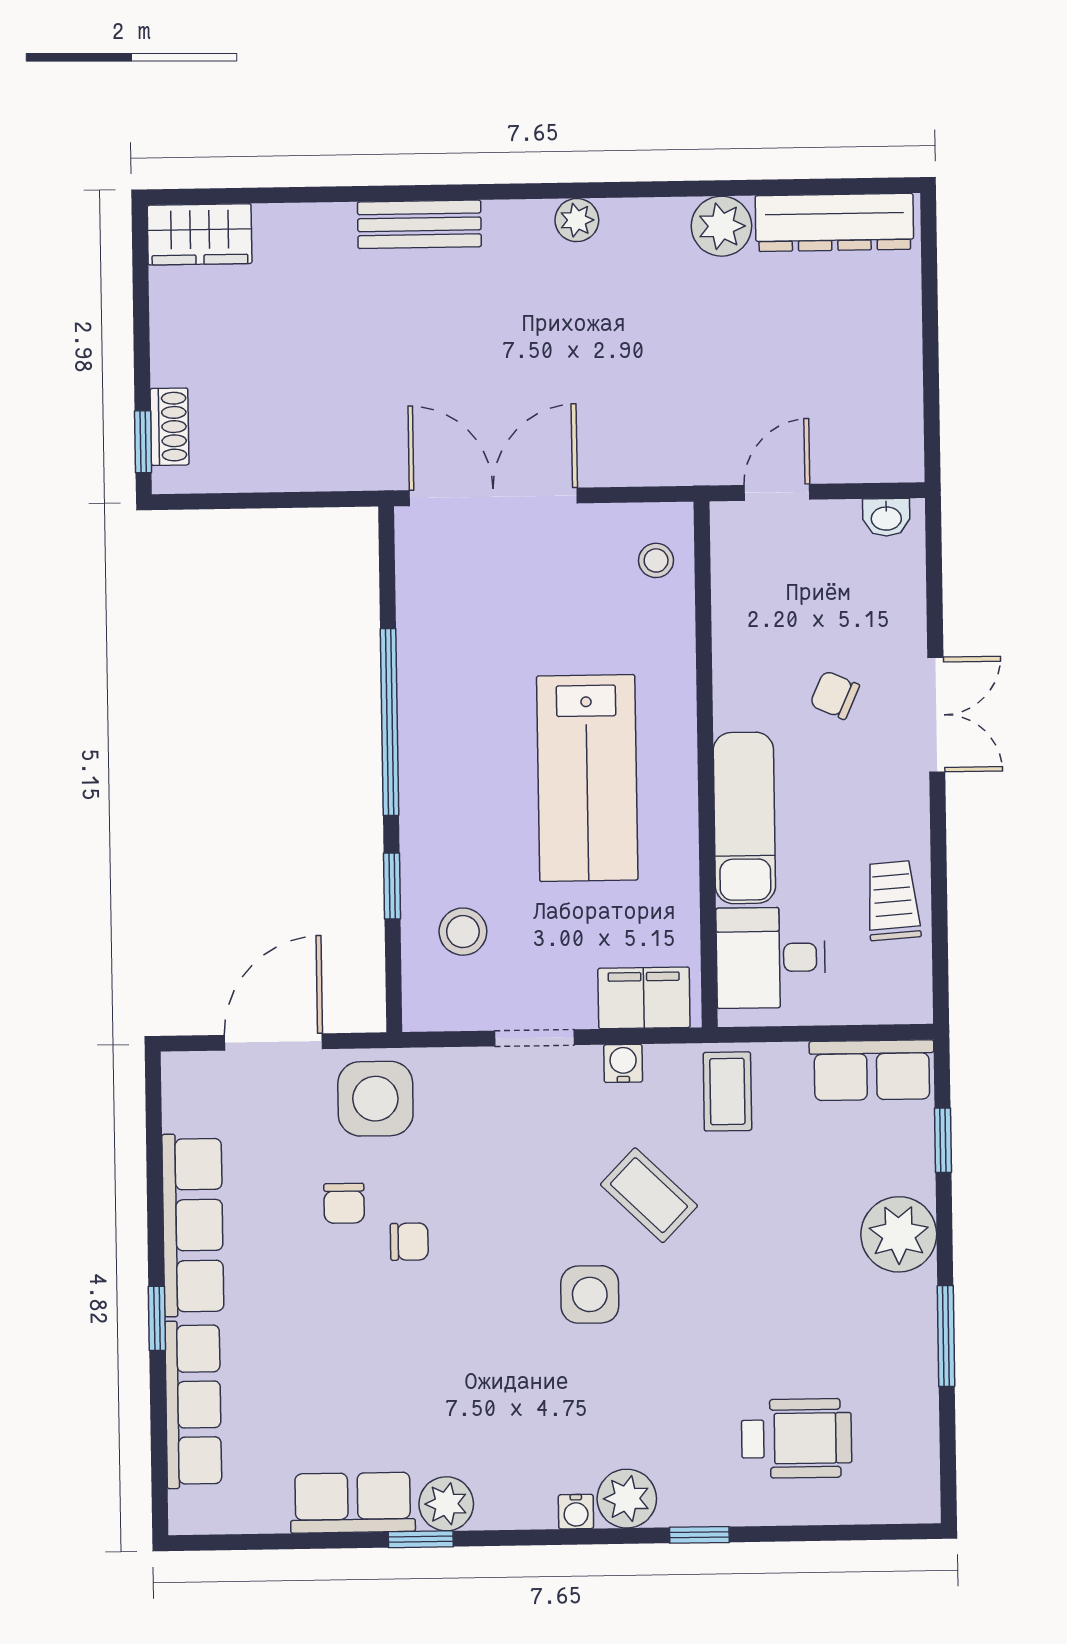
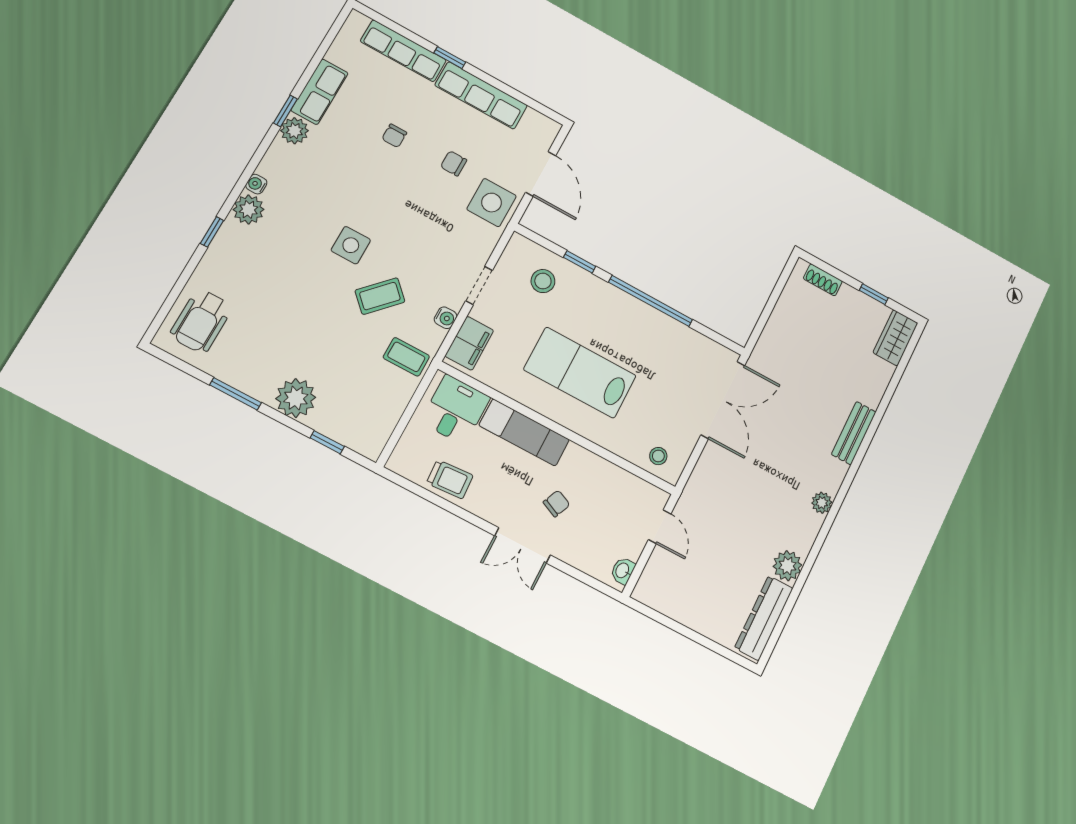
window: (143, 442) -> (874, 294), moved
row of seats: (872, 1070) -> (378, 427), removed
chair: (409, 1242) -> (394, 136), moved
wheelchair: (797, 1438) -> (201, 321), moved

